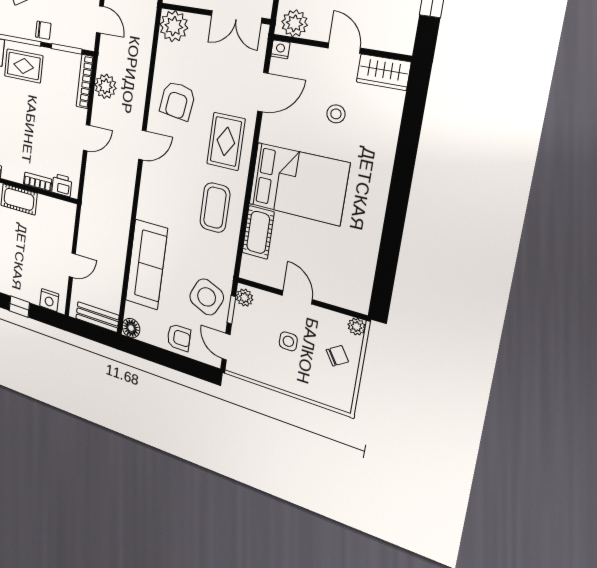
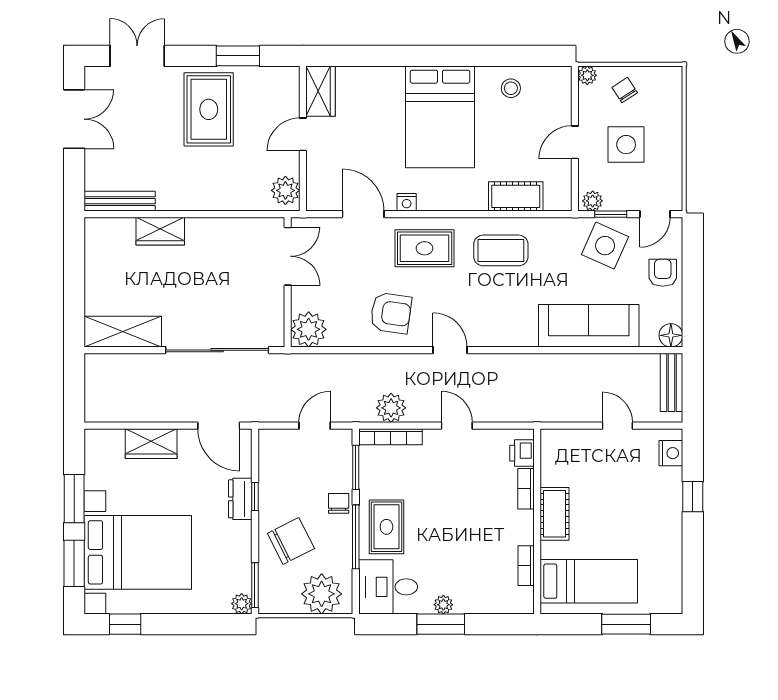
nightstand: (280, 49) -> (407, 202), moved, turned -90
stool: (336, 114) -> (511, 88), moved
bed: (298, 184) -> (440, 117), moved, turned 180
side table: (288, 341) -> (626, 145), width x1.87, depth x1.87

